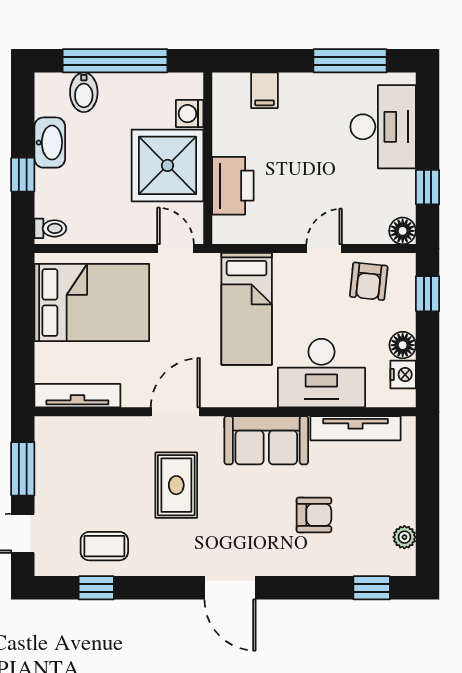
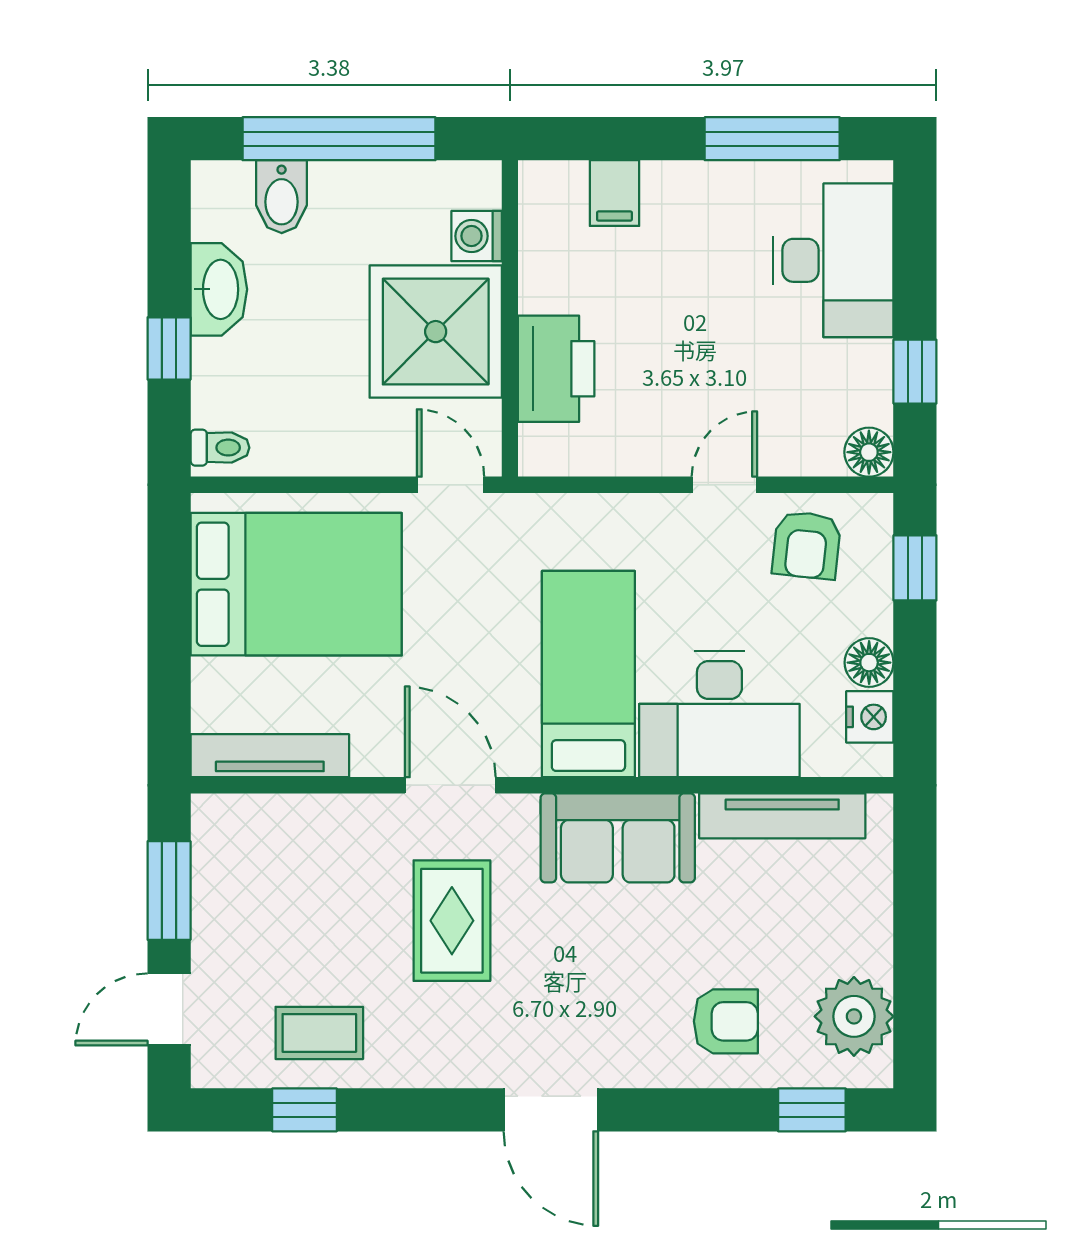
bed: (247, 309) -> (588, 674), moved, turned 180
door: (175, 412) -> (450, 785), hinge flipped
armchair: (314, 515) -> (726, 1021), moved
plant: (404, 537) -> (854, 1016), width x1.88, depth x1.88

